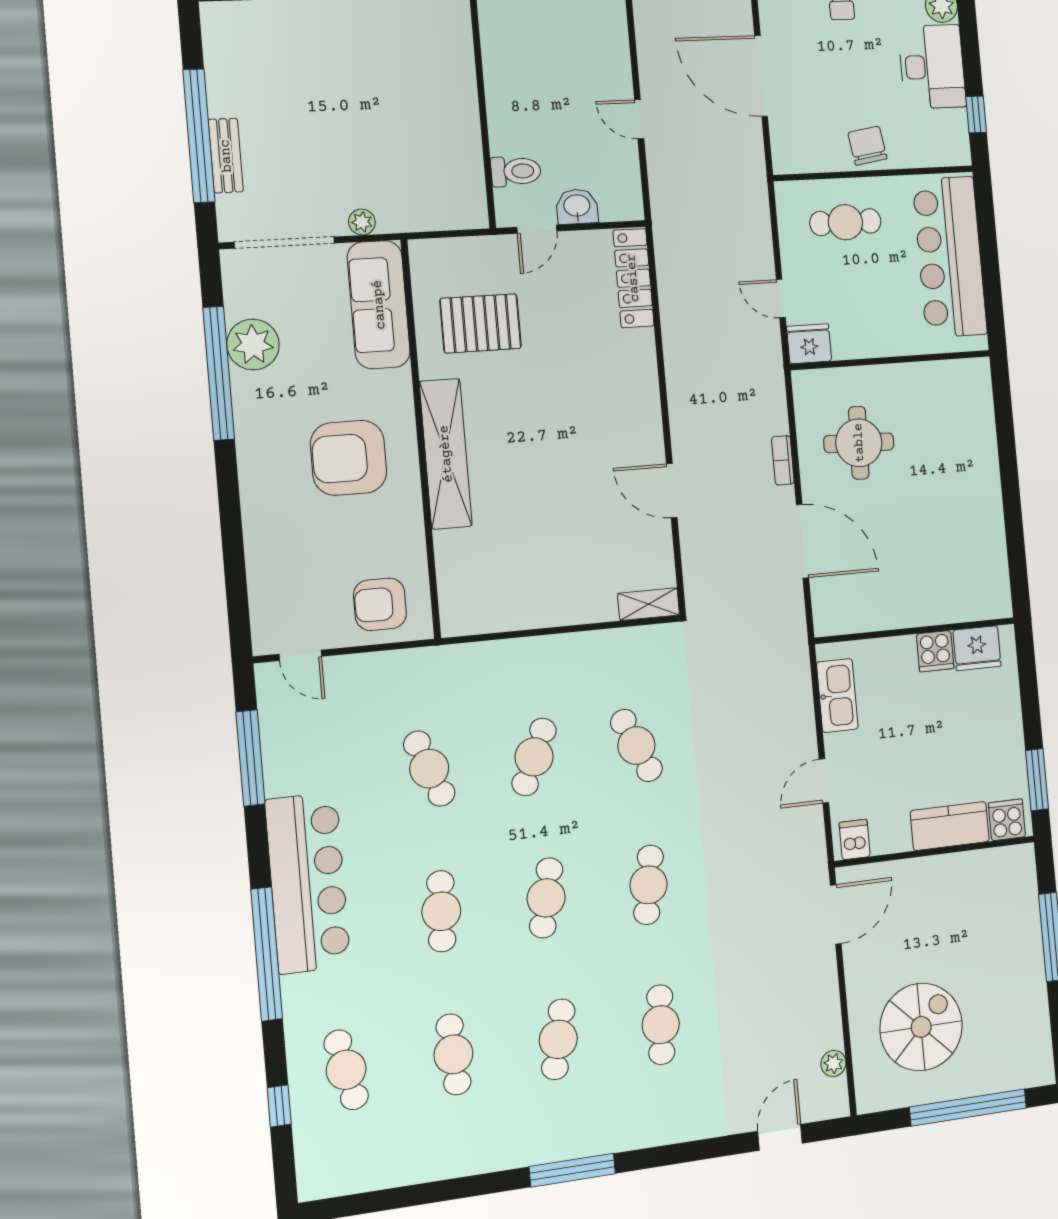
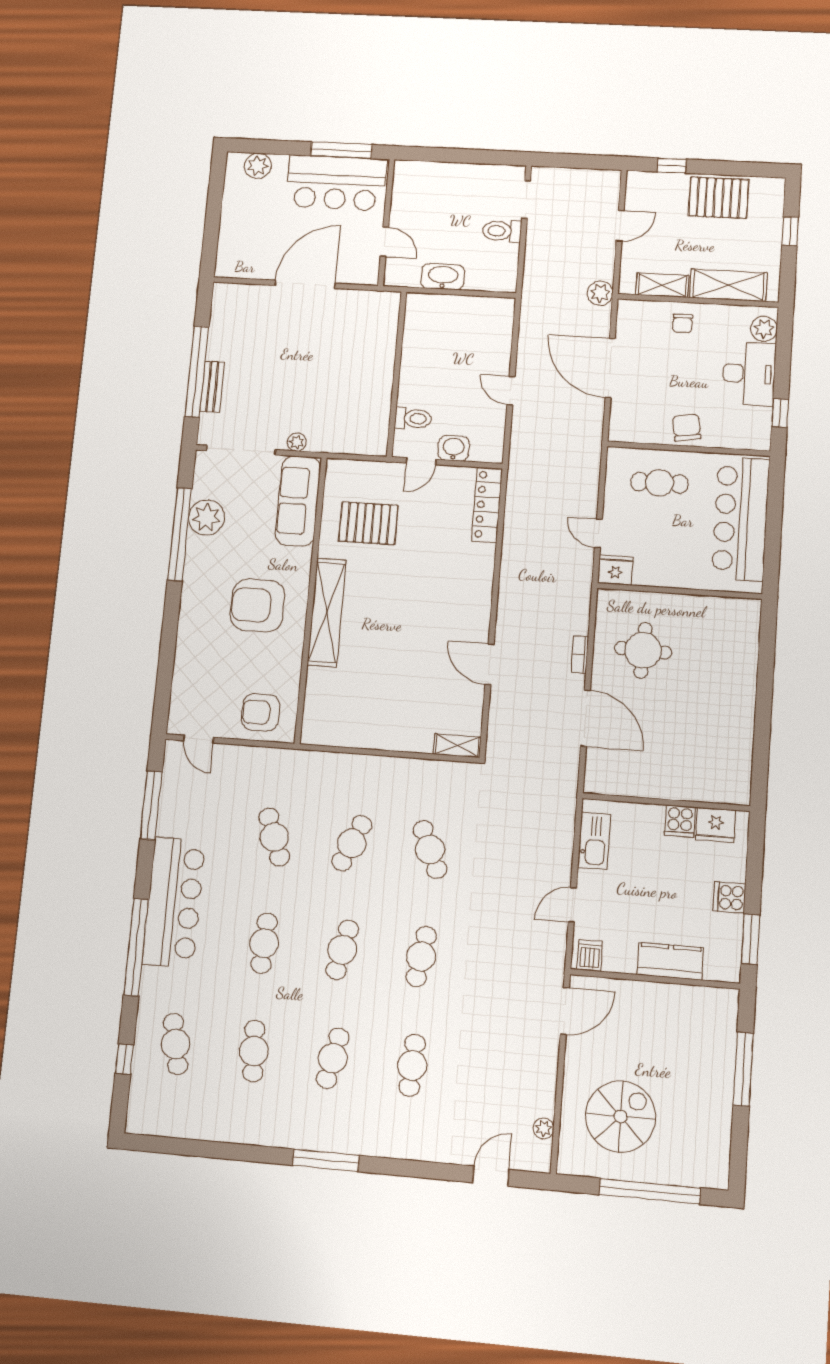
cooker: (1007, 820) -> (729, 897), moved, turned -90

